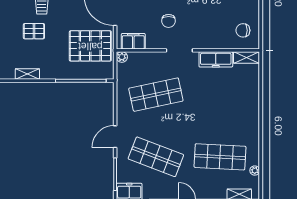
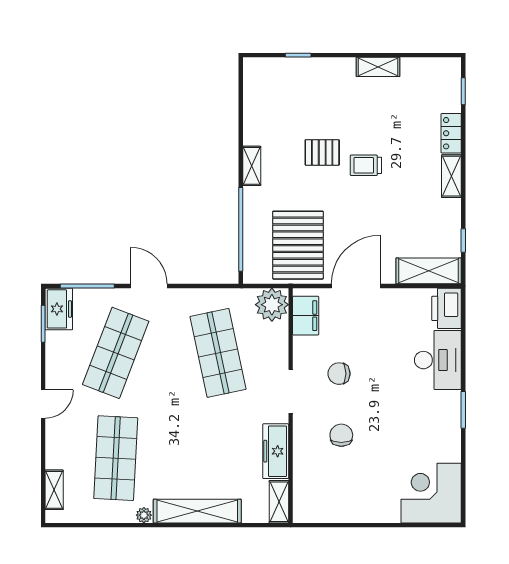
chair: (243, 30) -> (341, 435), moved
pallet: (34, 31) -> (322, 152), turned 90
plant: (122, 57) -> (272, 305), width x1.87, depth x1.87
shelving: (27, 74) -> (252, 166), moved
shelving: (252, 107) -> (197, 511), added
plant: (255, 171) -> (144, 515), moved

